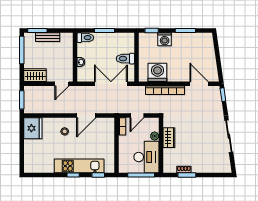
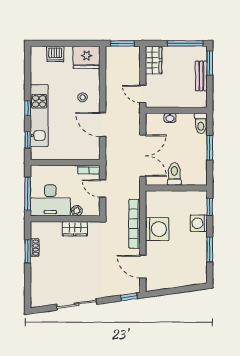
washing machine: (157, 72) -> (157, 229), moved
door: (199, 84) -> (143, 267), swing flipped
dishwasher: (30, 153) -> (55, 54), added

